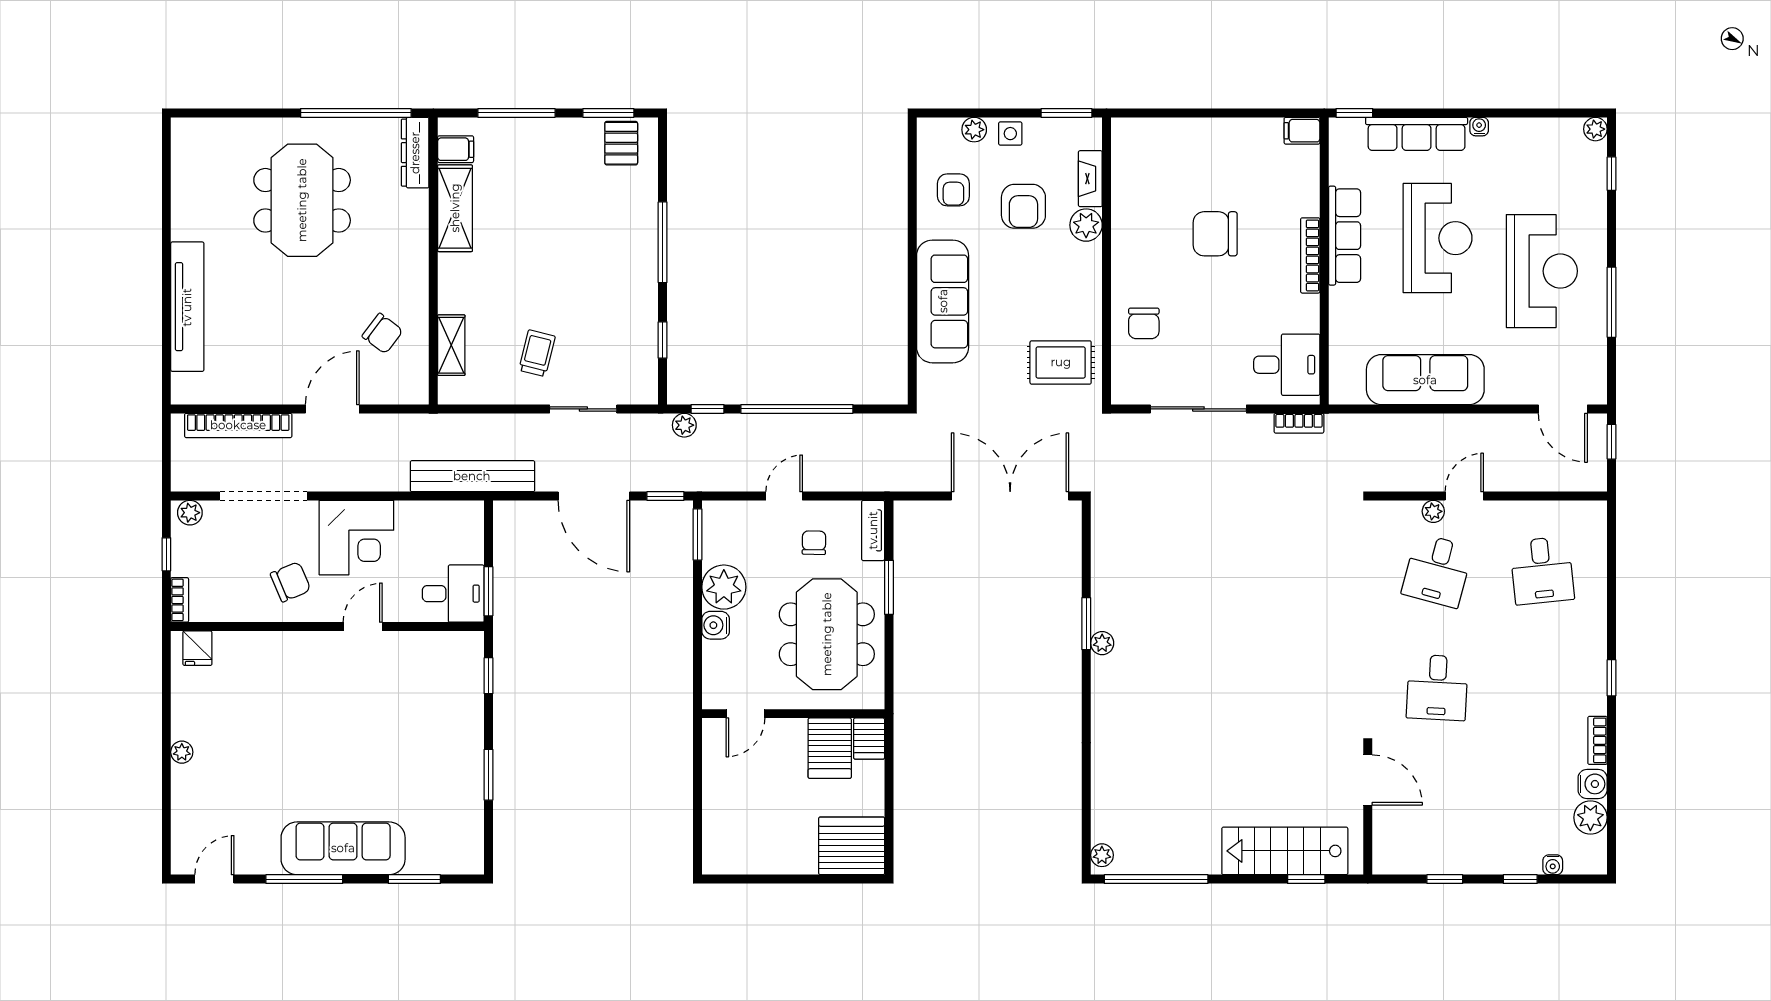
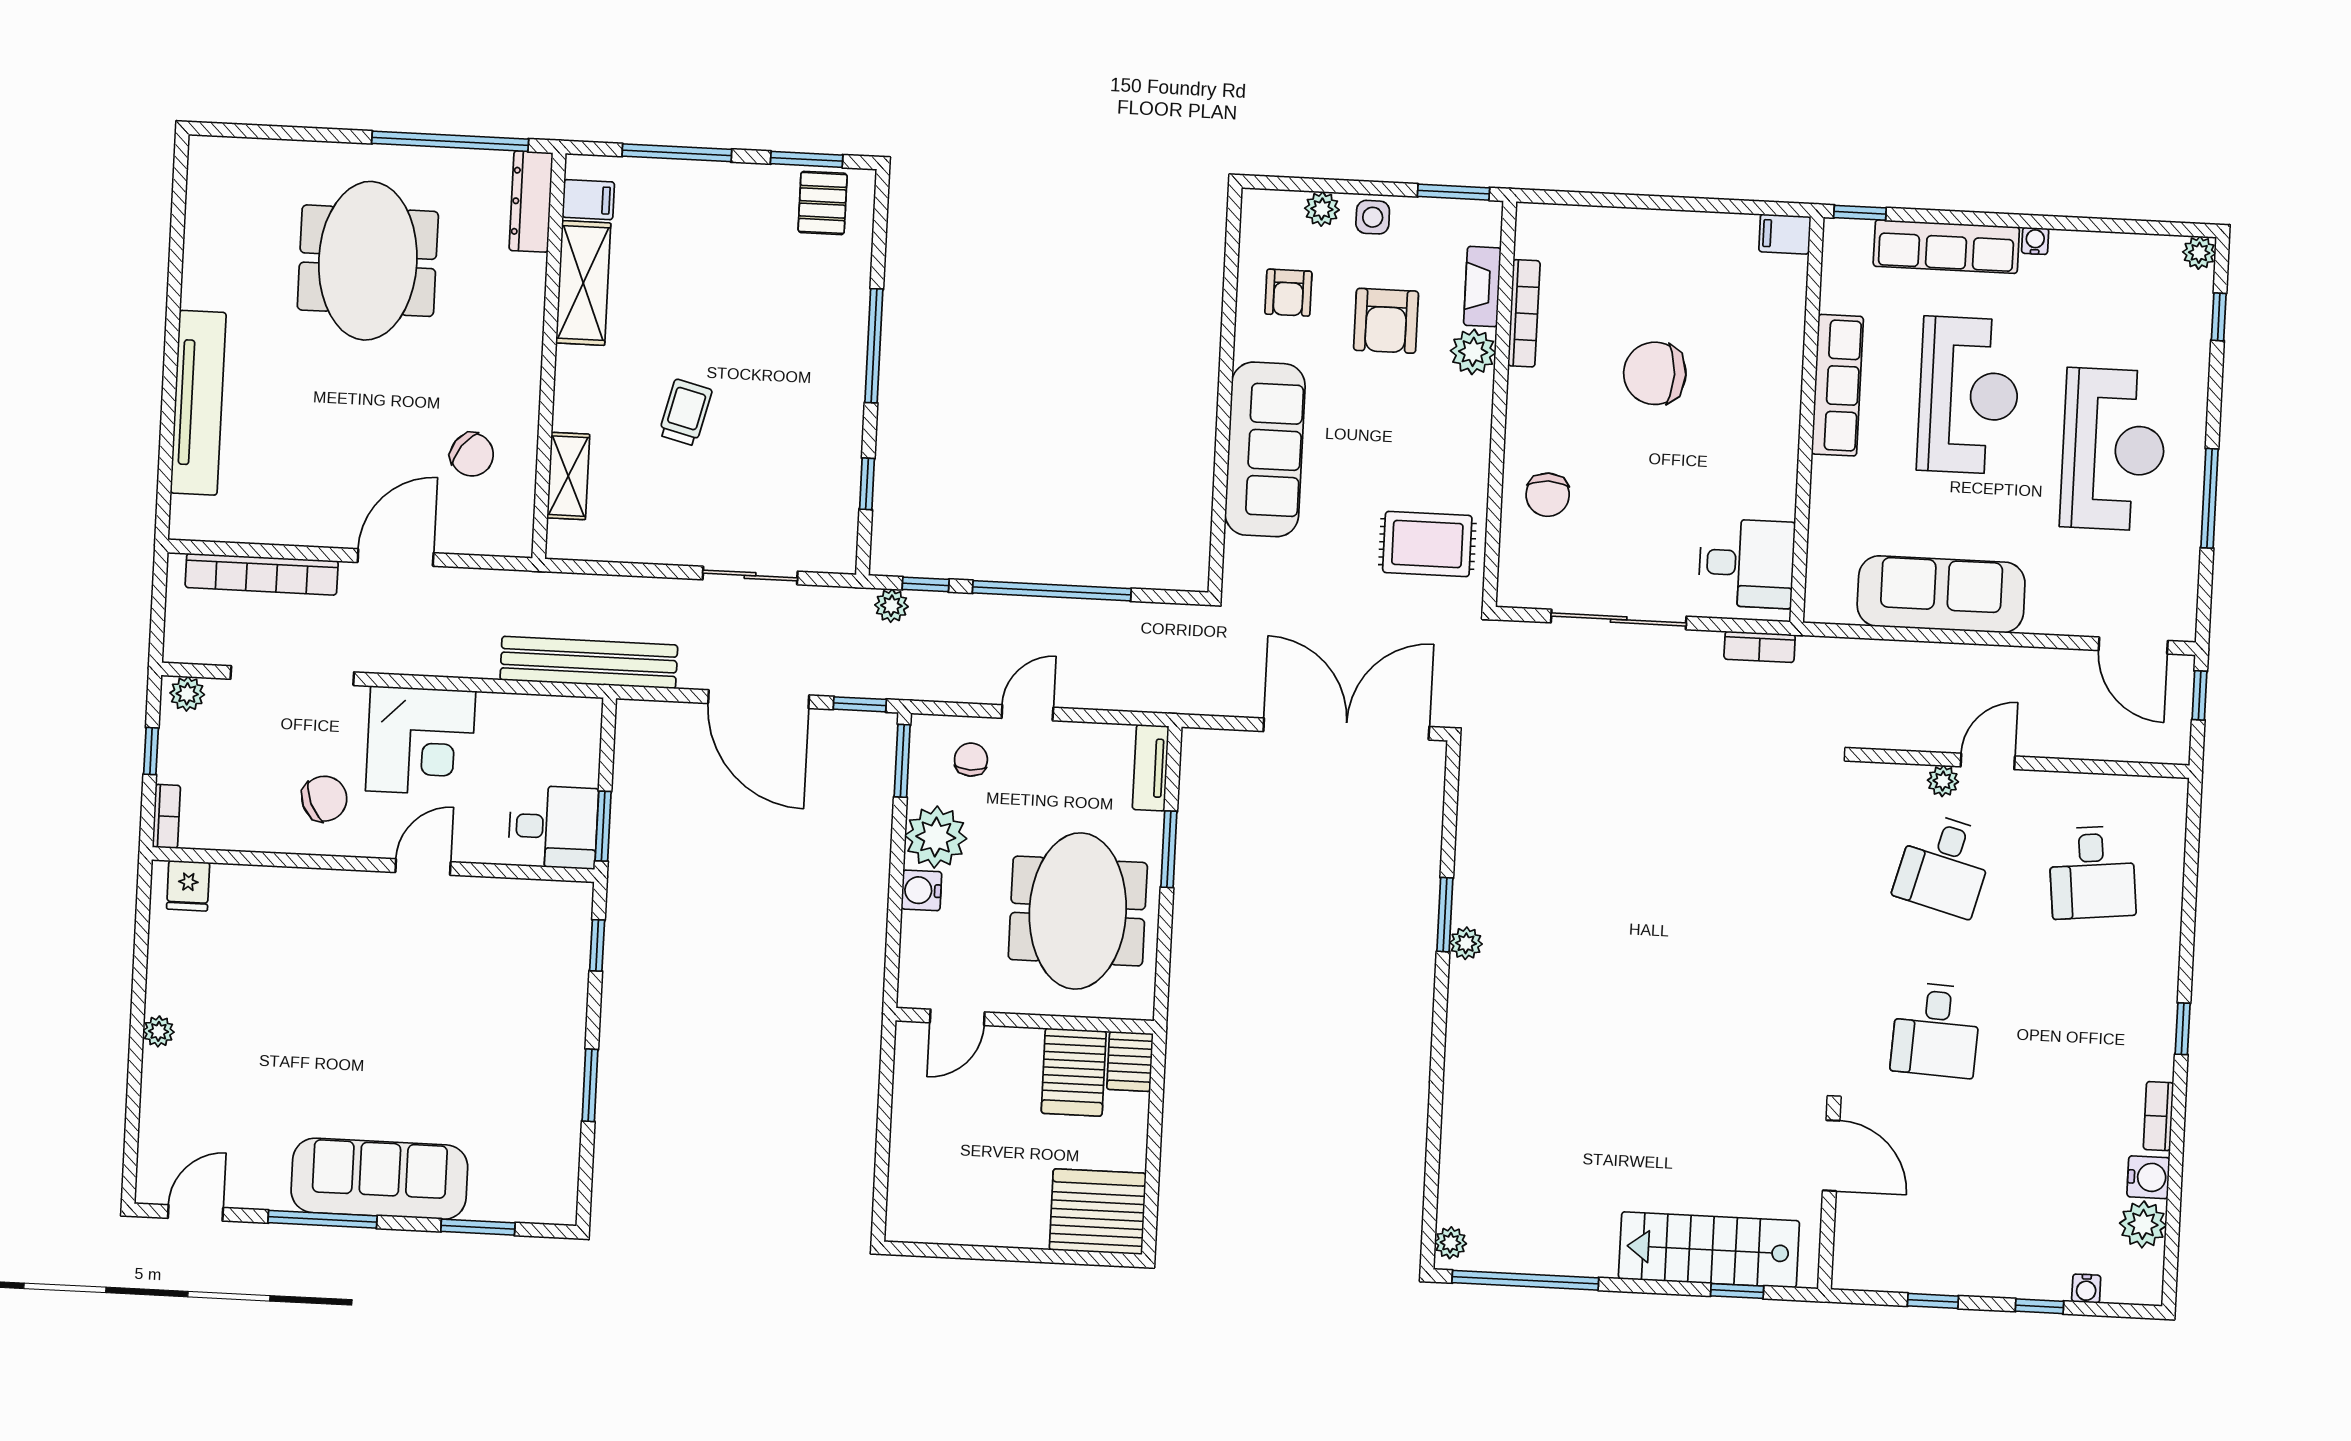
bookcase: (1310, 255) -> (1524, 313), moved, turned 180
trolley: (537, 353) -> (685, 412), moved
chair: (814, 543) -> (971, 760), moved

